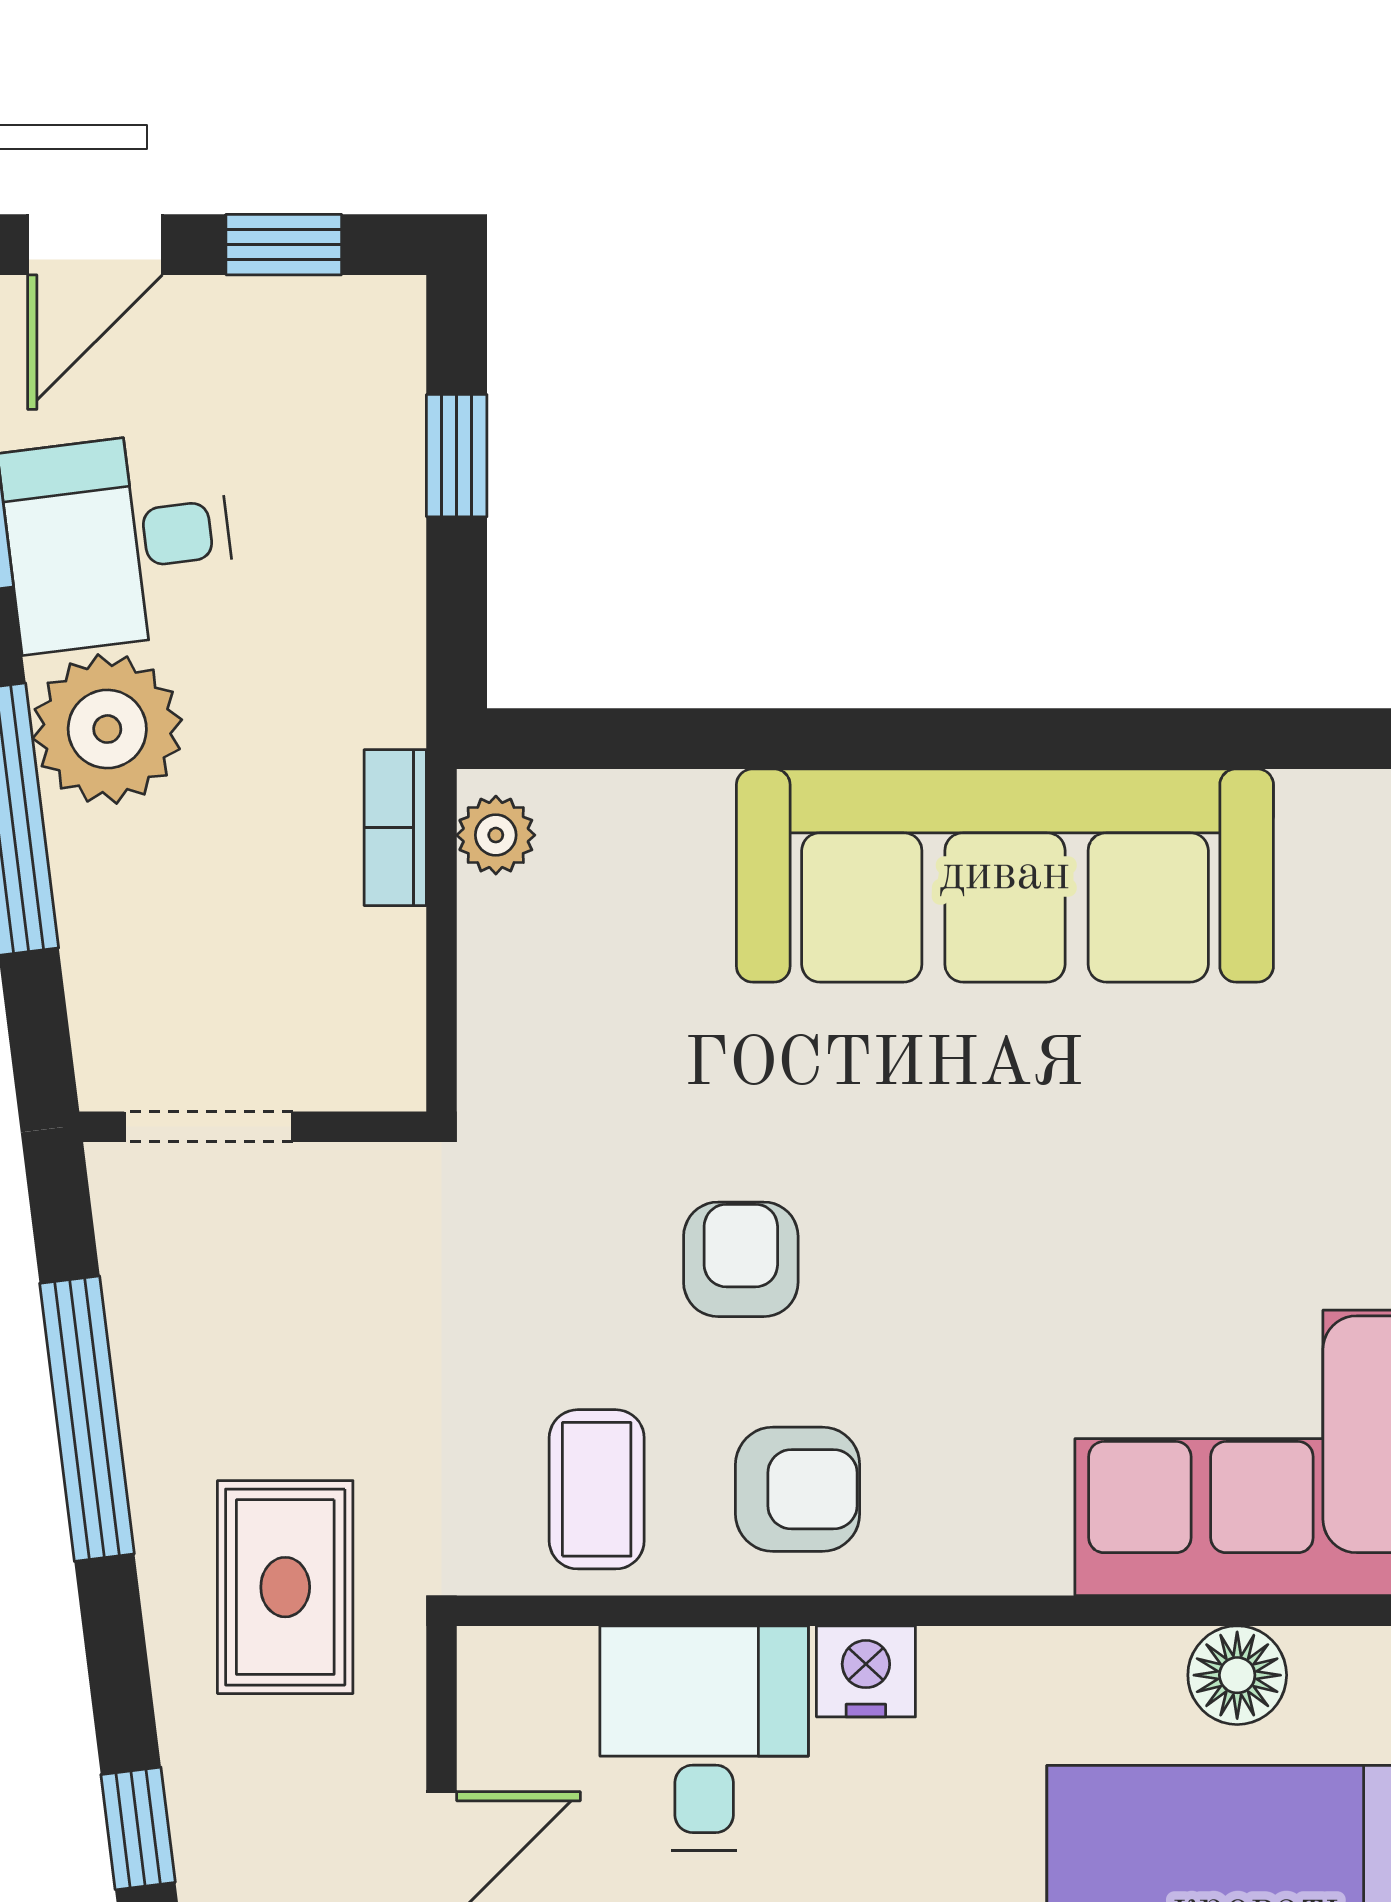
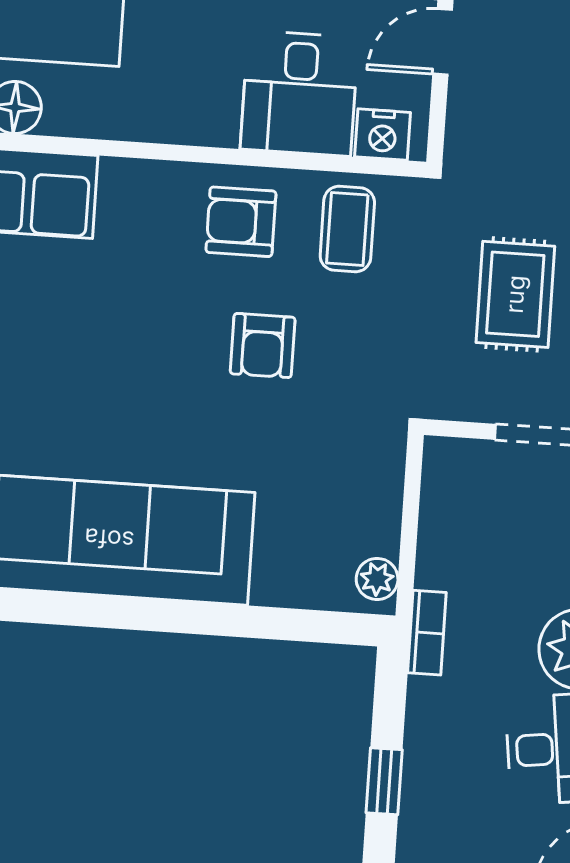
bookcase: (395, 828) -> (427, 633), moved
rug: (285, 1587) -> (515, 294), moved
nightstand: (866, 1671) -> (383, 135), moved

